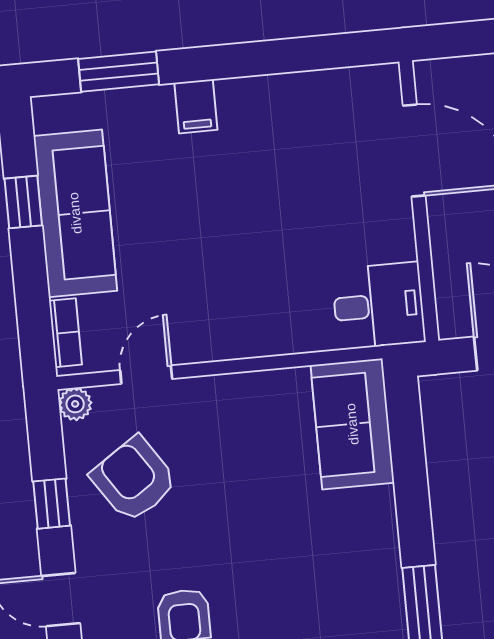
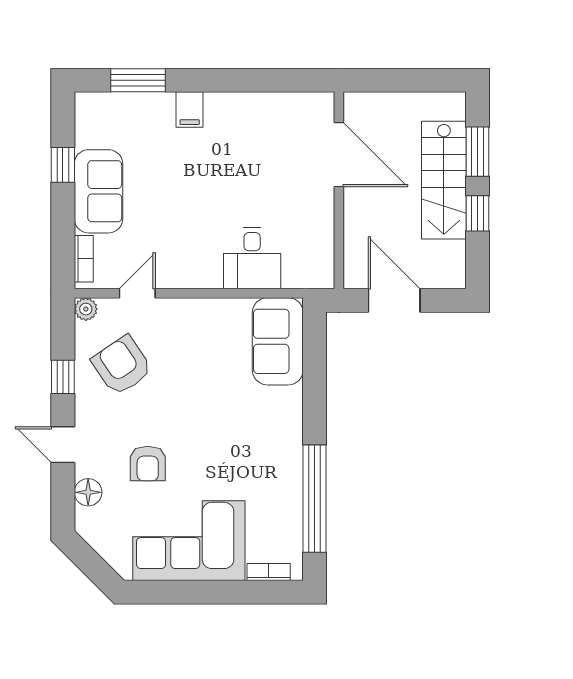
sofa: (75, 213) -> (98, 191), width x0.73
desk: (379, 306) -> (252, 258), moved, turned 90

